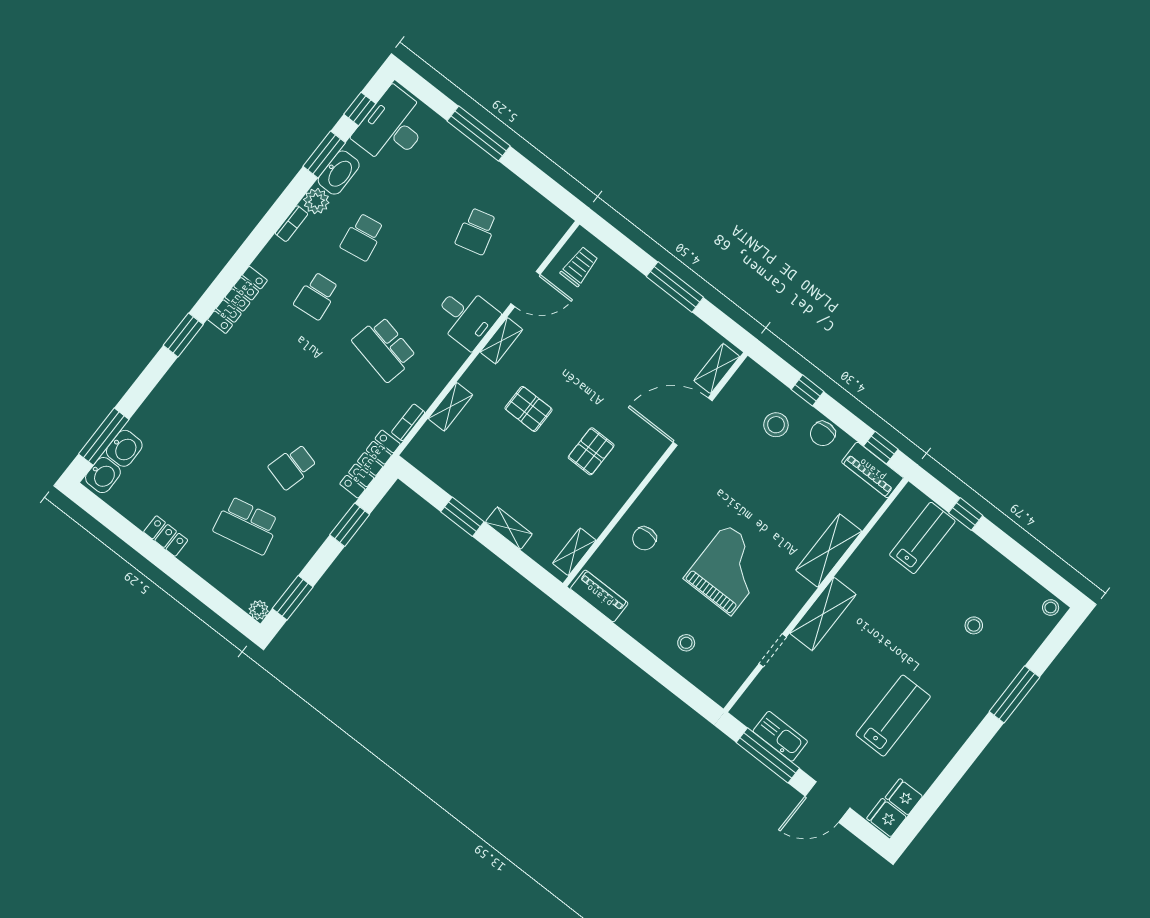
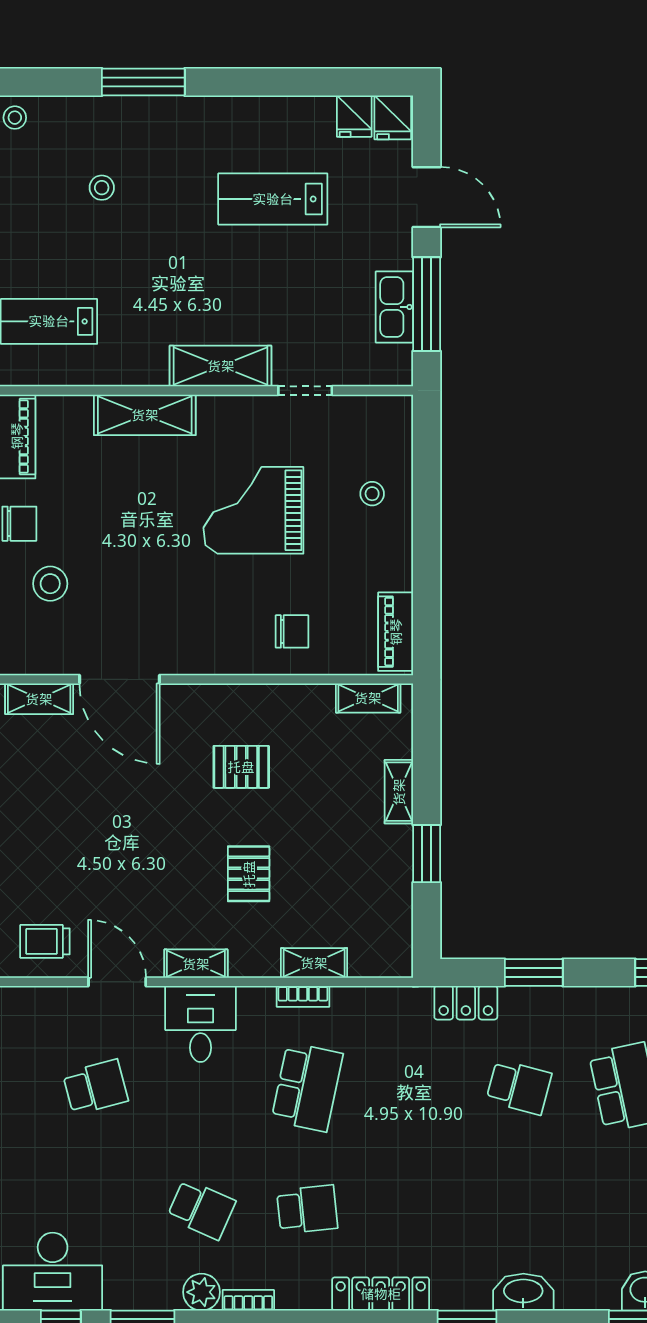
washbasin: (339, 173) -> (523, 1292), moved
school desk: (362, 237) -> (201, 1209), turned 33
bookcase: (408, 422) -> (303, 996), moved
locker: (370, 464) -> (466, 1003), width x0.66

